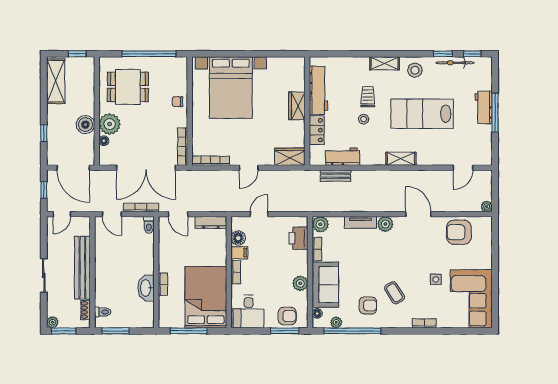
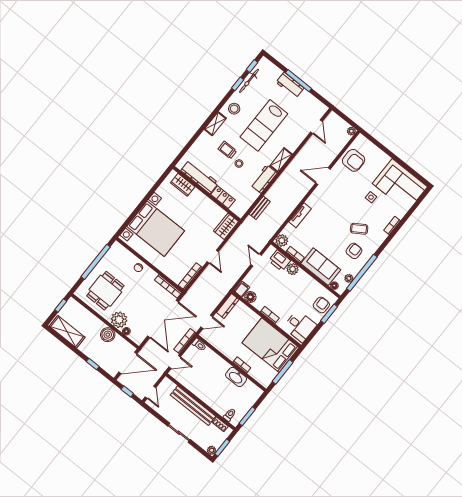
wardrobe: (297, 106) -> (183, 185), moved
workbench: (343, 157) -> (264, 179), moved
door: (259, 214) -> (256, 260), moved
plant: (385, 224) -> (313, 201), removed
armchair: (459, 232) -> (354, 160), turned -90
filing cabinet: (239, 253) -> (242, 289), moved
plant: (300, 283) -> (293, 269), moved

